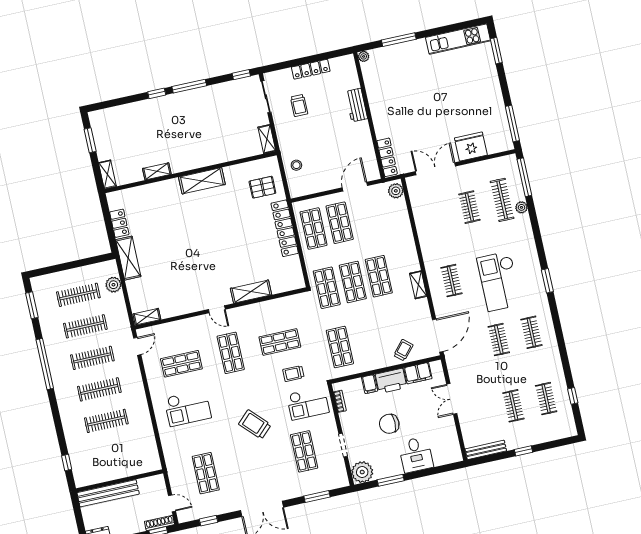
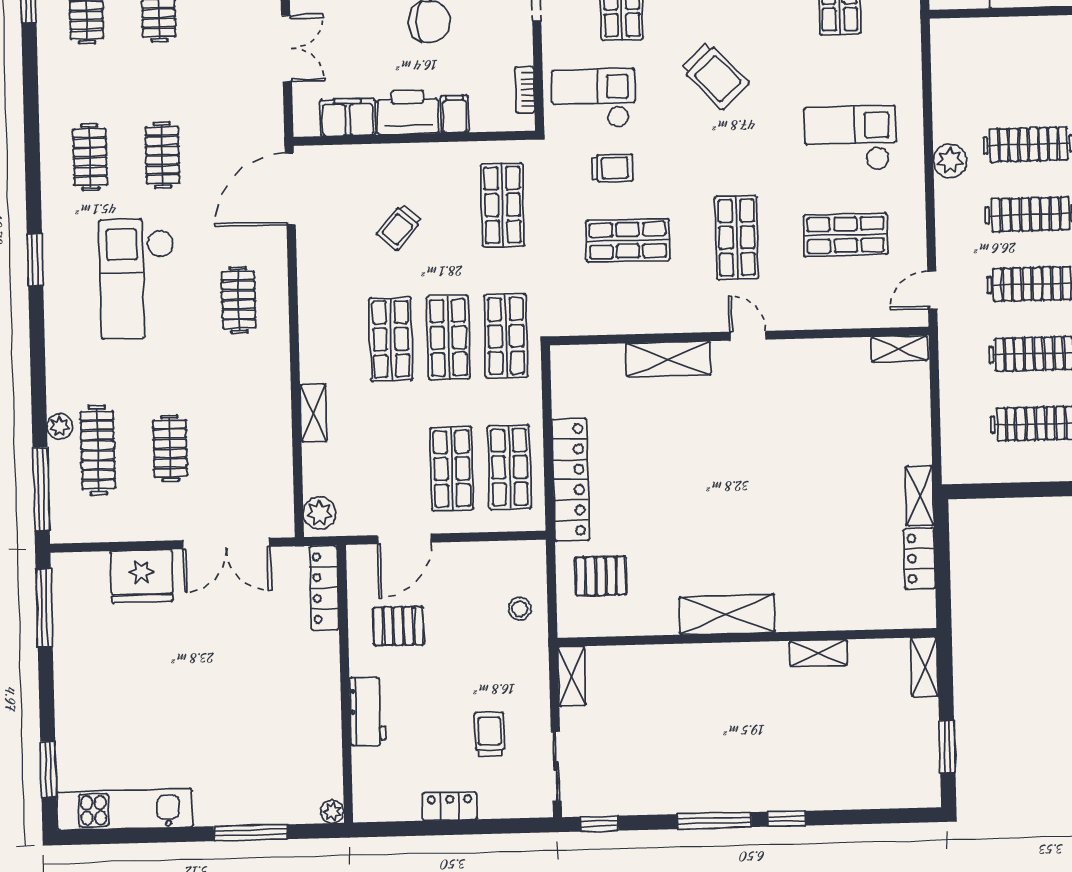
locker: (311, 69) -> (450, 806), width x0.66
pallet: (350, 147) -> (398, 626), added
shelving: (128, 258) -> (920, 496), width x0.67, depth x0.75
checkout: (499, 281) -> (137, 279), turned 180
plant: (113, 285) -> (950, 161), moved
shelving: (418, 285) -> (313, 413), moved
trolley: (403, 350) -> (399, 227), moved

